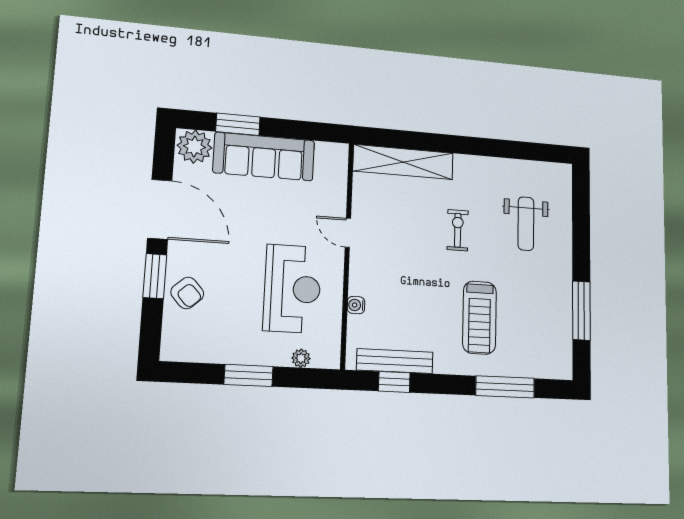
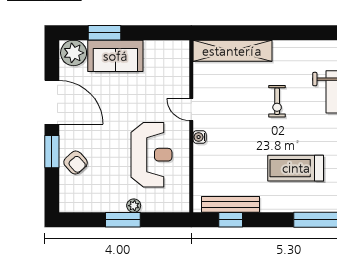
sofa: (264, 156) -> (115, 56), width x0.73
exercise bike: (458, 230) -> (277, 101), turned 180
water cooler: (356, 305) -> (200, 137), moved
treadmill: (479, 318) -> (296, 168), turned 90
plant: (301, 358) -> (134, 206), moved

